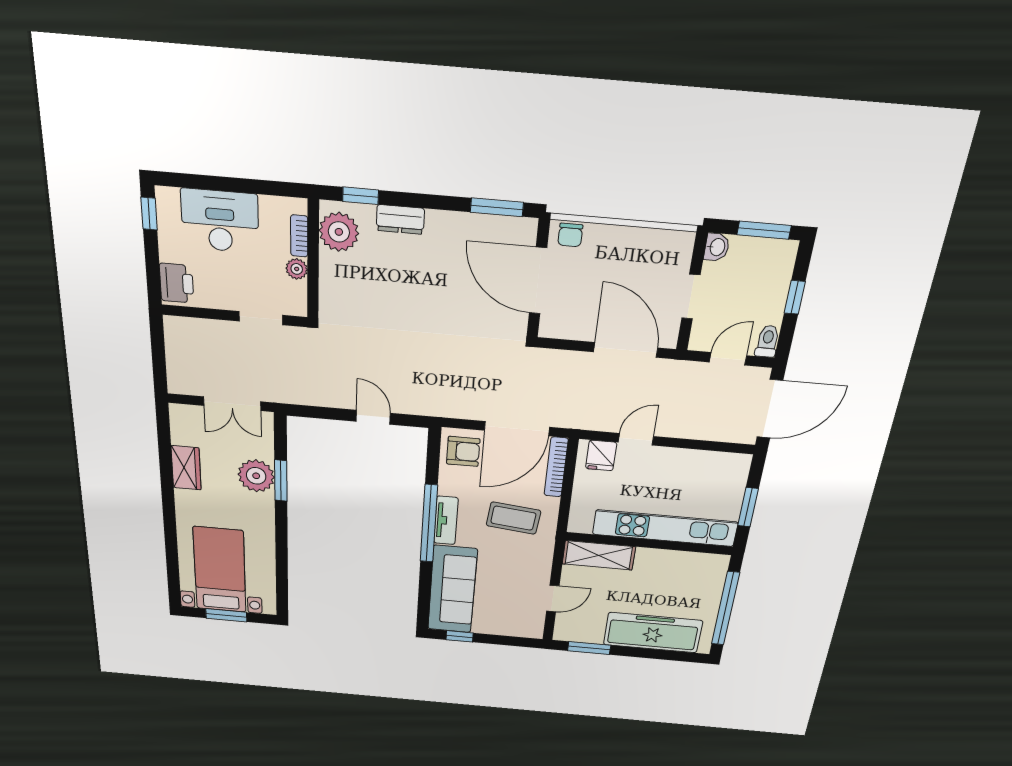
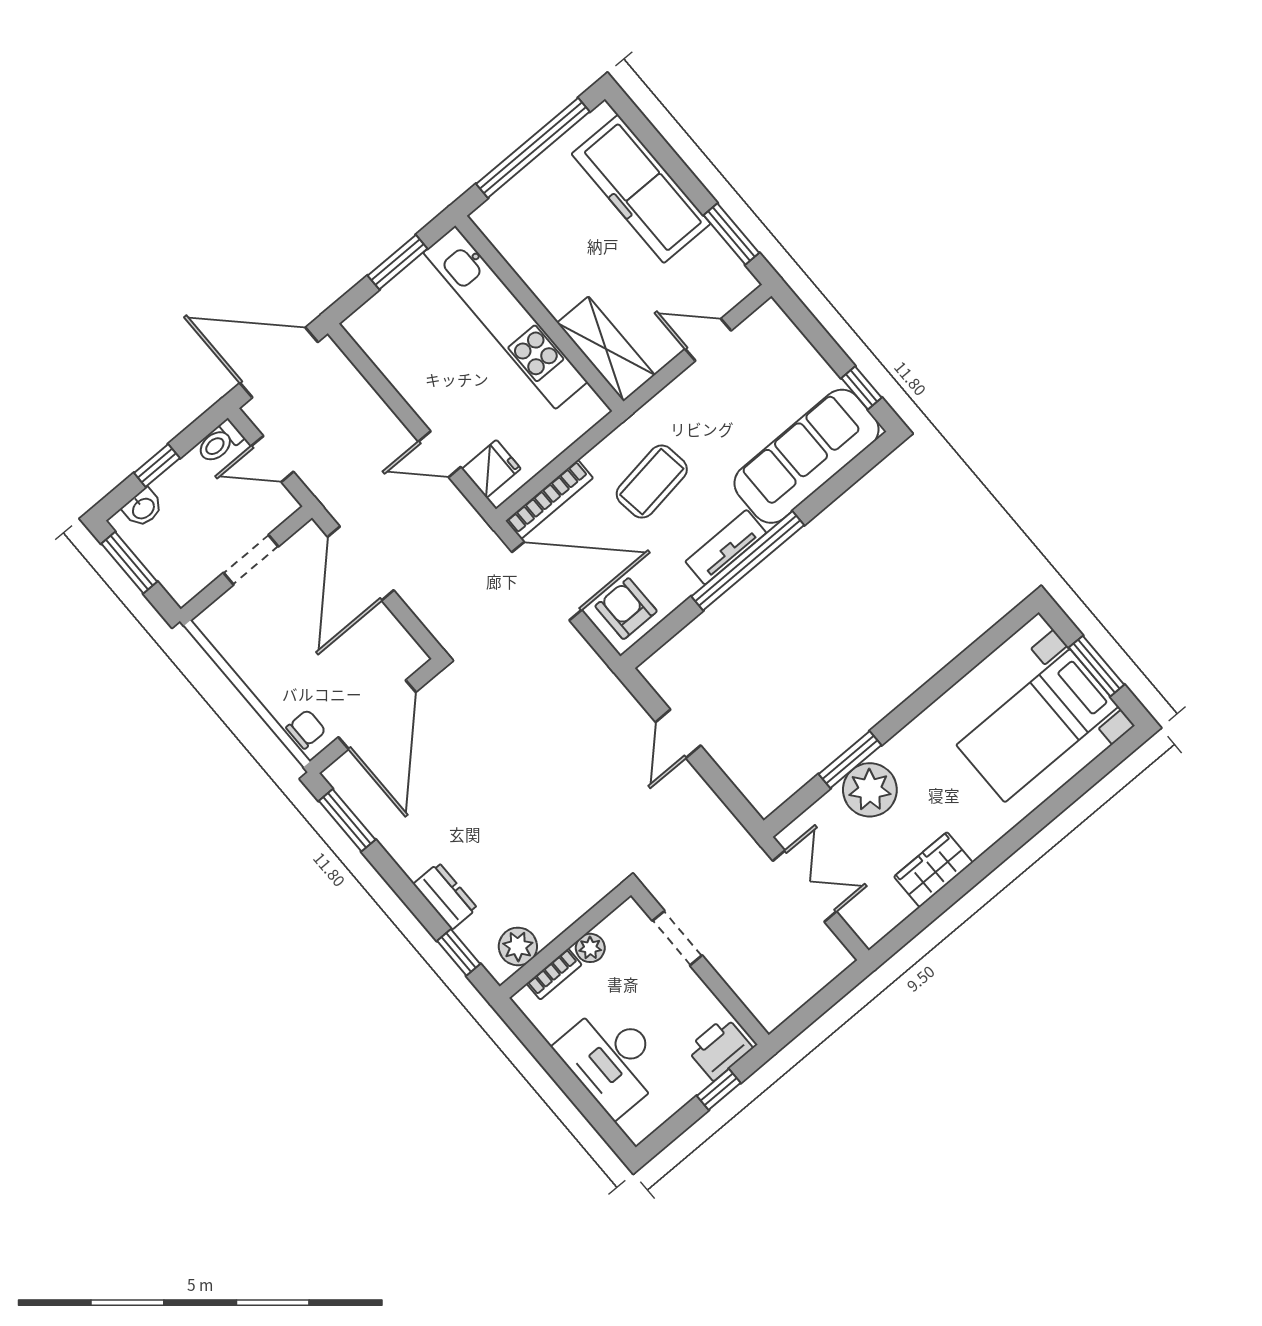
window: (149, 214) -> (719, 1089), moved
plant: (339, 232) -> (518, 946), width x0.73, depth x0.73
washbasin: (717, 247) -> (143, 508), moved, turned 180
coffee table: (513, 518) -> (652, 482), turned 76

